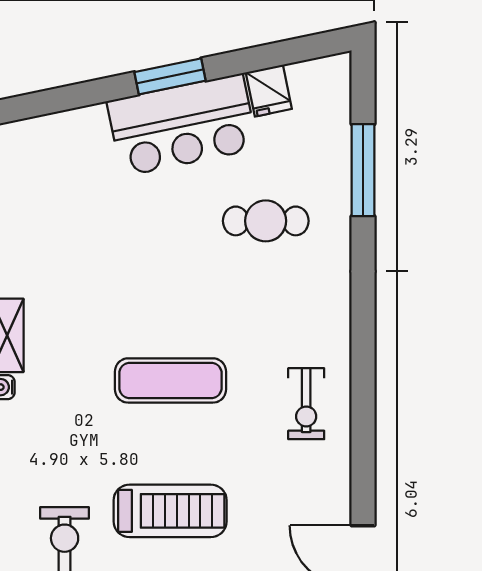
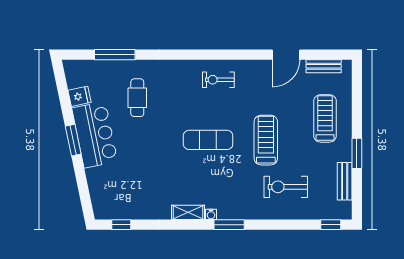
exercise mat: (170, 380) -> (208, 140), turned 90
exercise bike: (306, 404) -> (218, 80), turned 180

